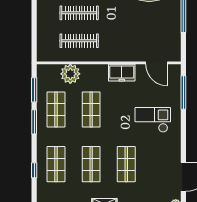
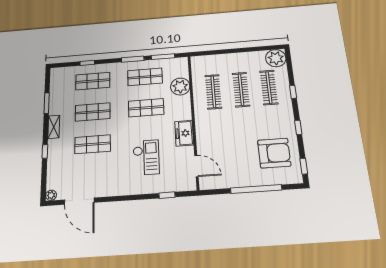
door: (156, 63) -> (196, 166), swing flipped
window: (183, 93) -> (167, 195), width x0.46
checkout: (153, 120) -> (146, 157), moved

